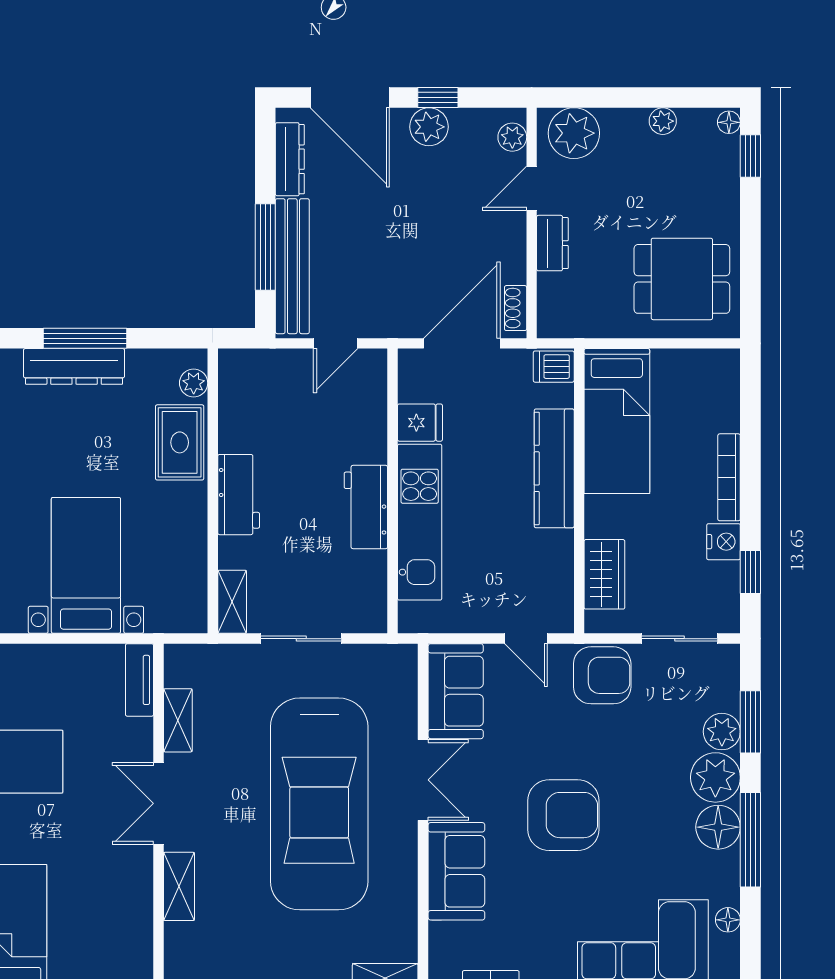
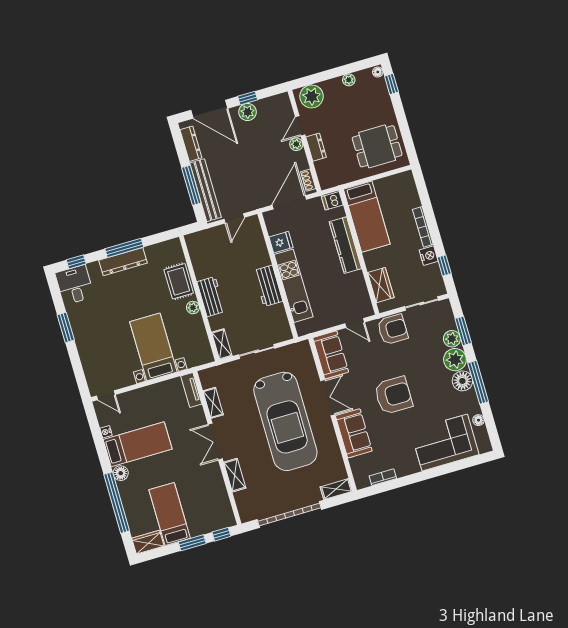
plant: (512, 137) -> (296, 144), moved
plant: (194, 383) -> (193, 308), moved

